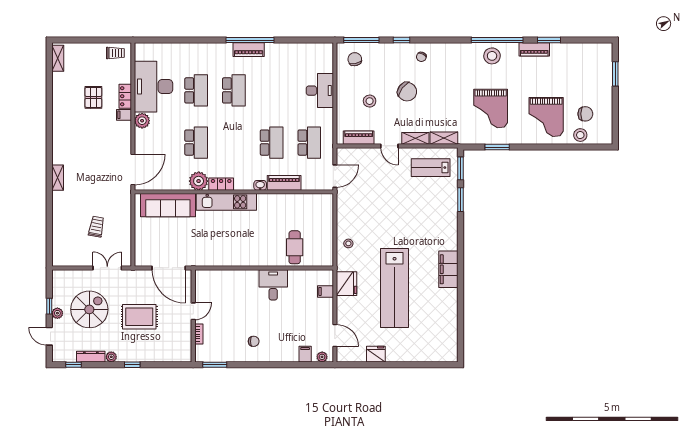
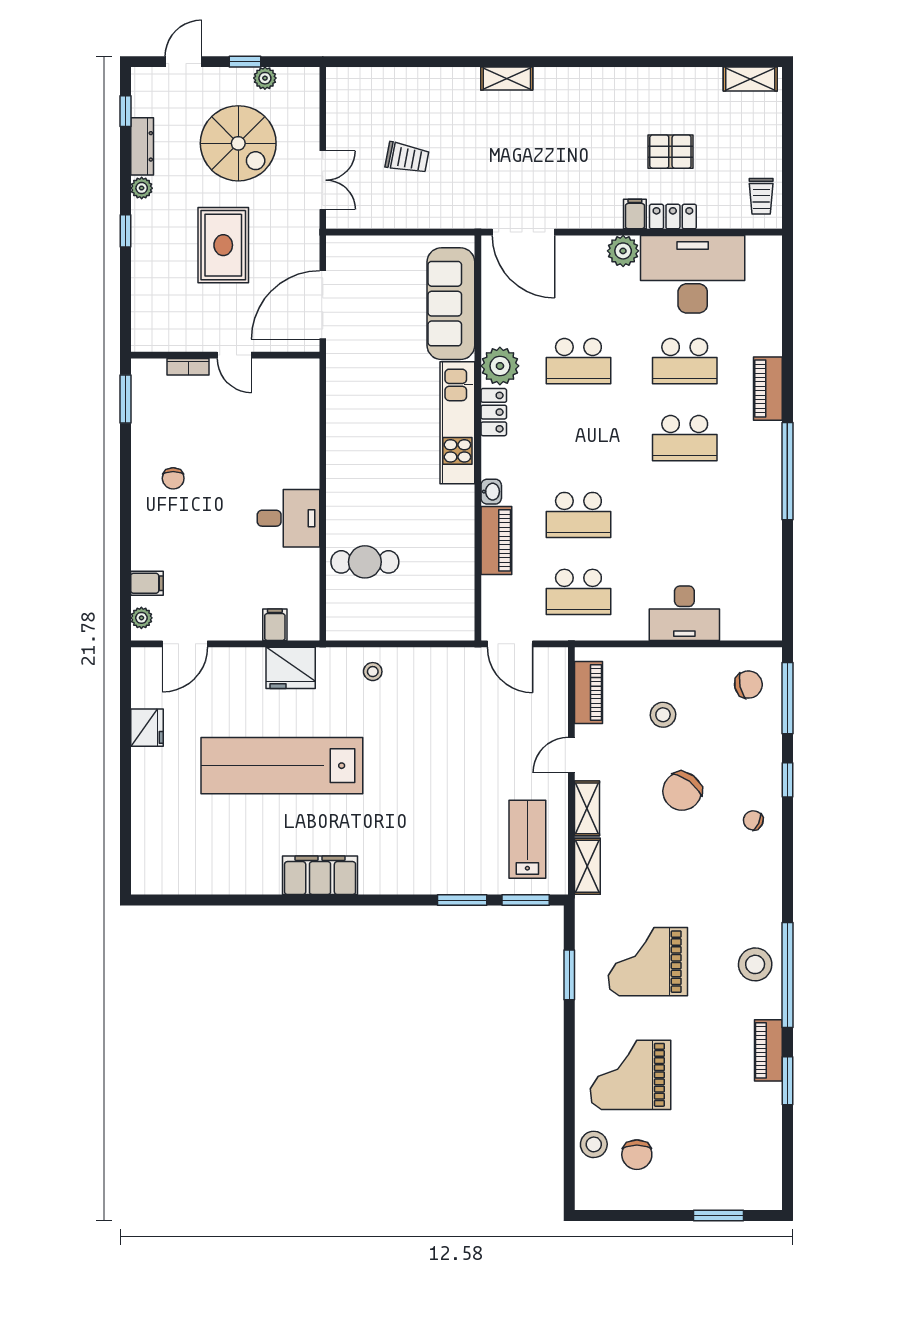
piano: (249, 50) -> (768, 389), moved
plant: (57, 313) -> (265, 78), moved

